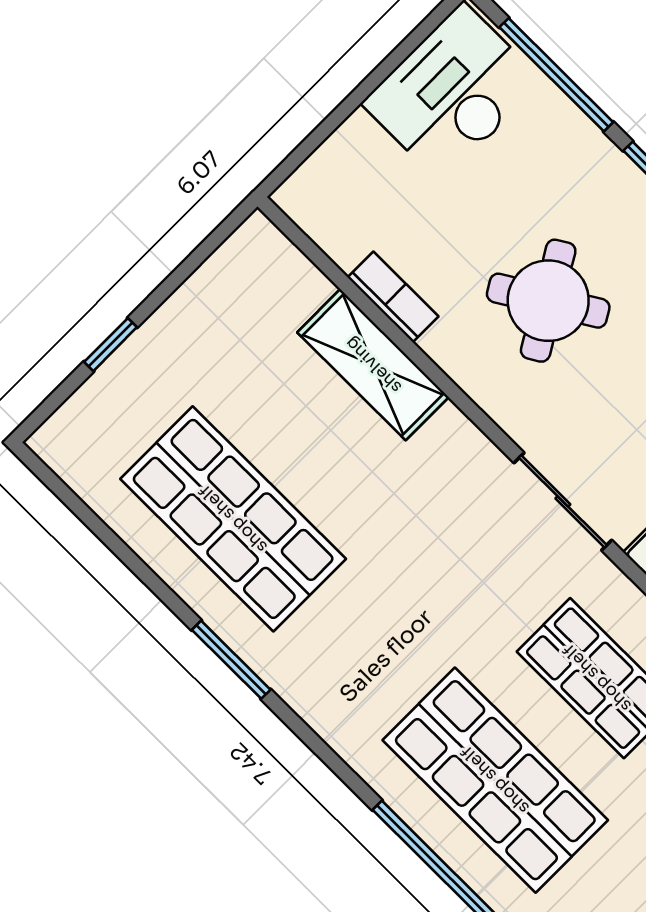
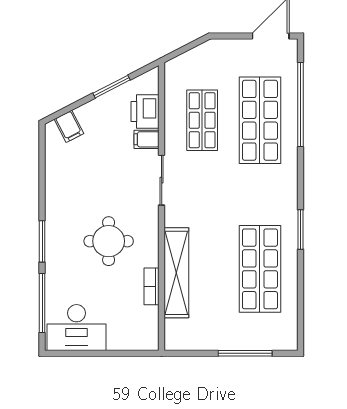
round table: (548, 301) -> (109, 241), turned 31
window: (111, 345) -> (245, 353), width x2.17
shelving: (373, 365) -> (176, 273), width x1.47

